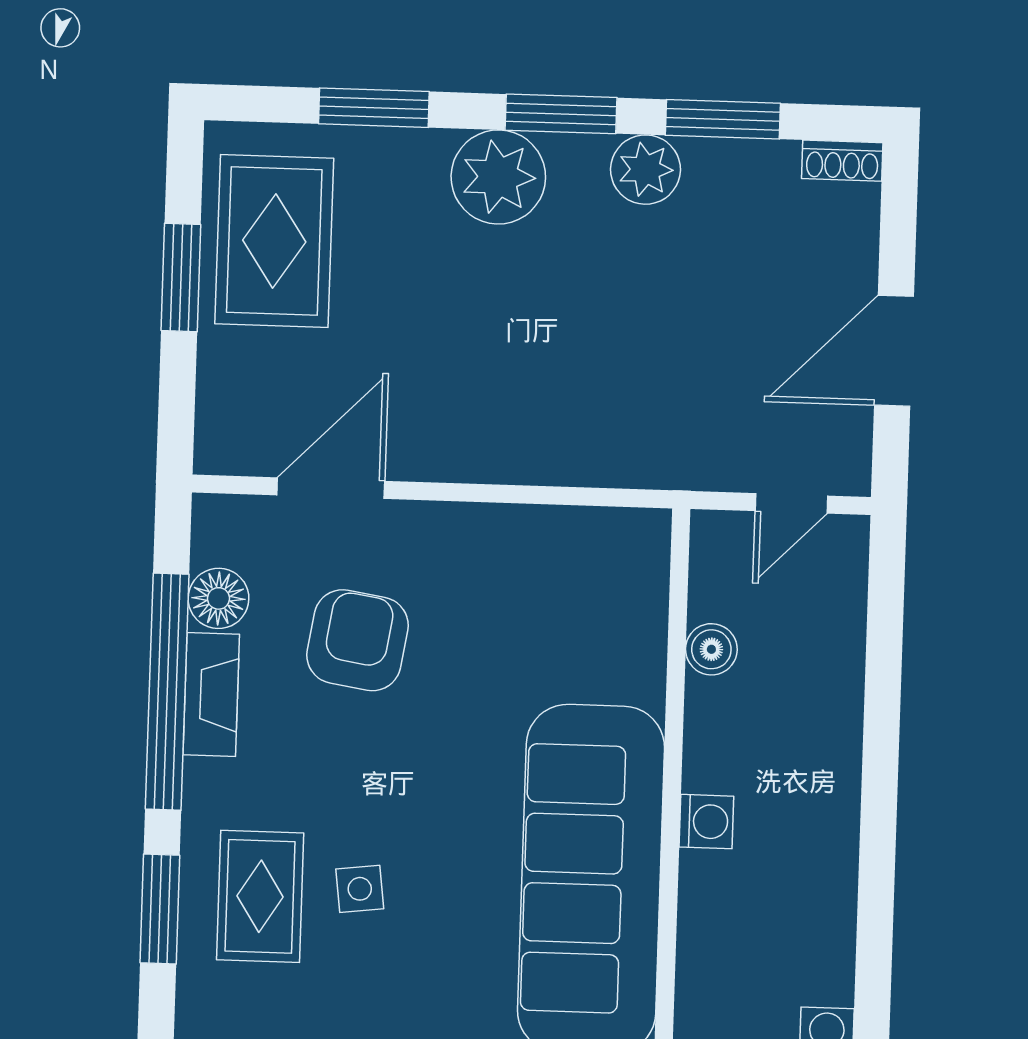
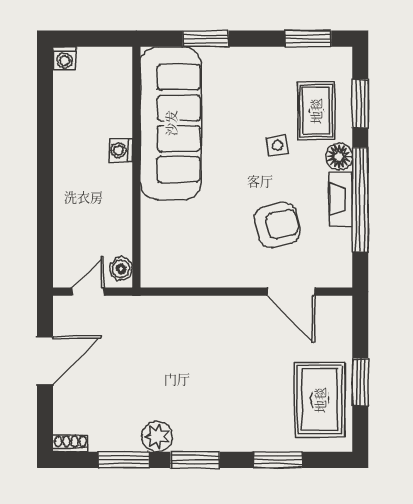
plant: (498, 177) -> (222, 431), removed
door: (331, 488) -> (291, 292), hinge flipped
floor lamp: (219, 598) -> (339, 157), moved
armchair: (357, 640) -> (277, 225), turned -112
boiler: (711, 649) -> (121, 269), moved
side table: (360, 889) -> (277, 145), moved

